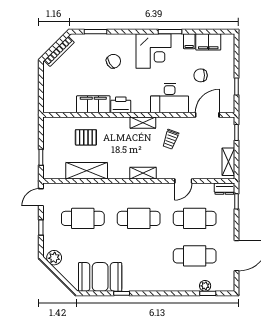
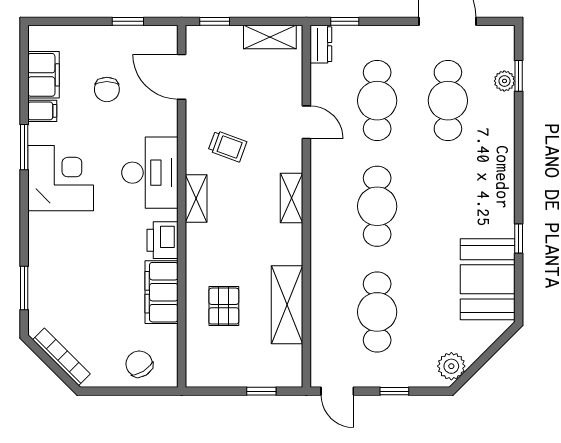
chair: (113, 61) -> (139, 364), moved
desk: (170, 98) -> (150, 173), moved

